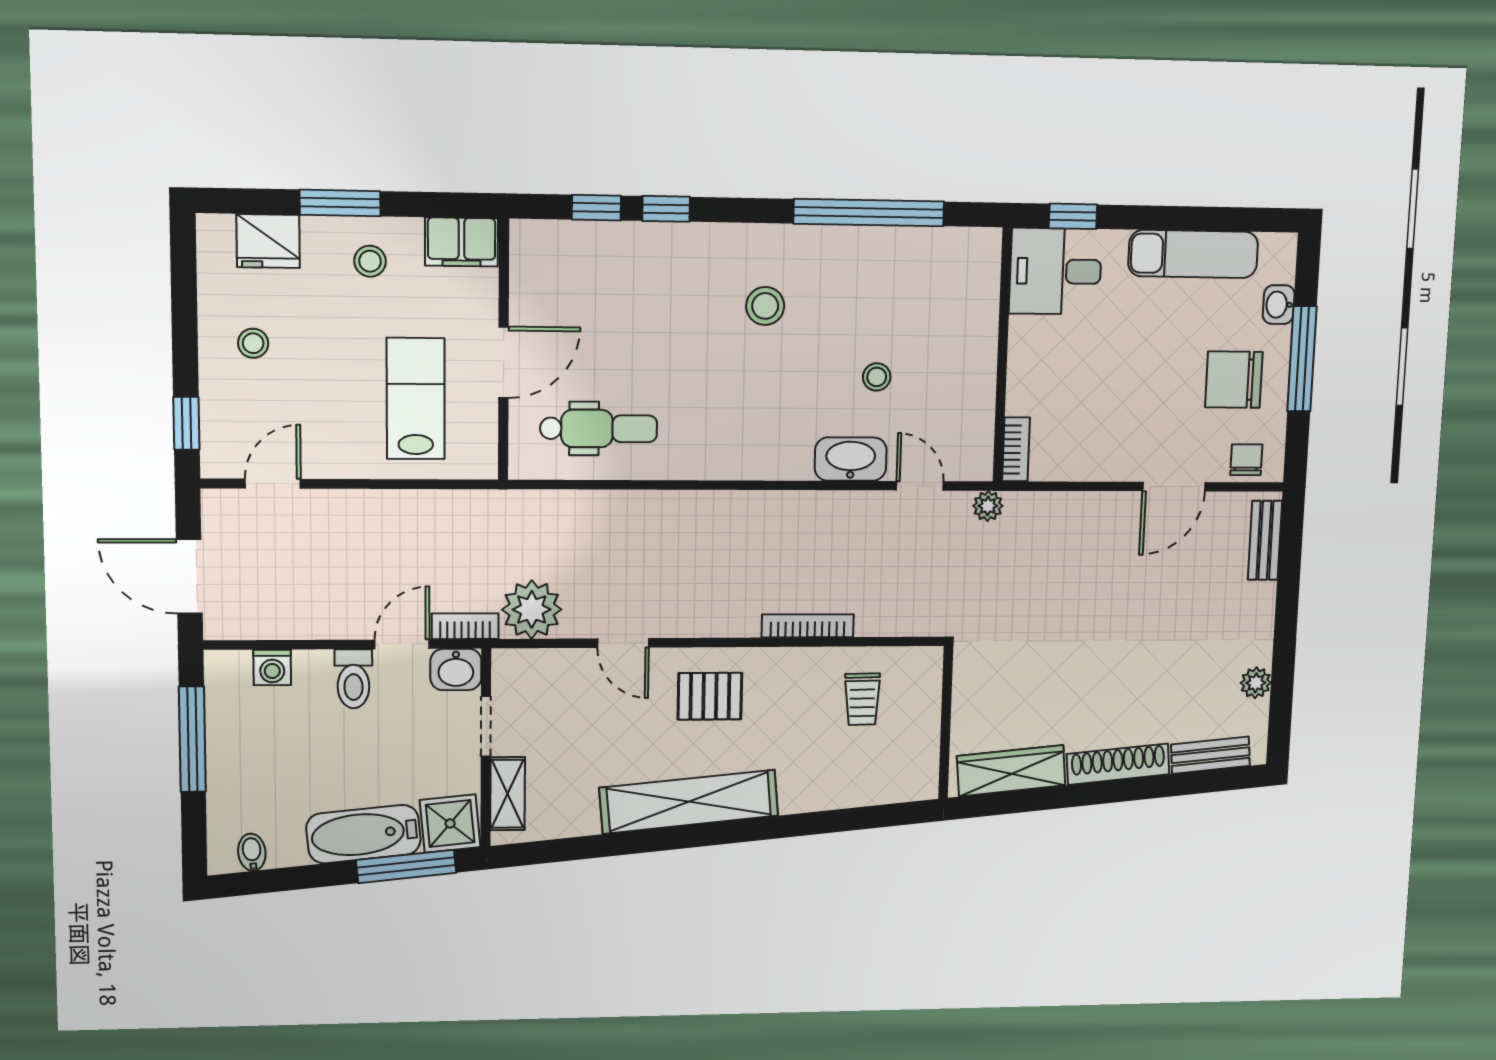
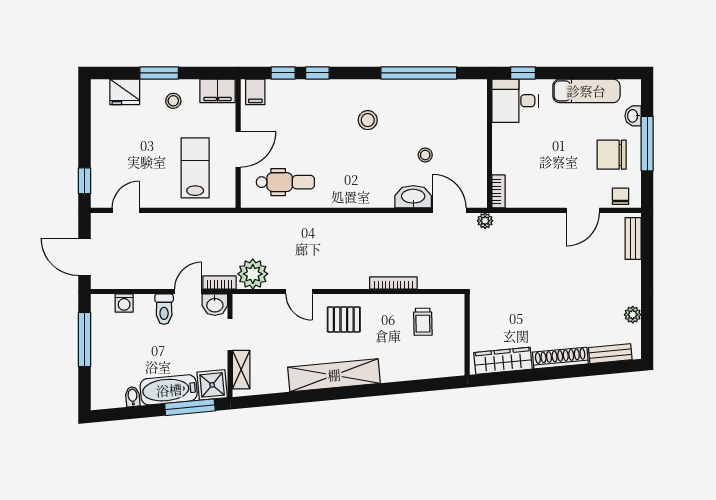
filing cabinet: (539, 245) -> (255, 92), added
stool: (253, 343) -> (117, 141), removed
door: (920, 486) -> (449, 210), width x1.38
bidet: (252, 852) -> (133, 397), moved

